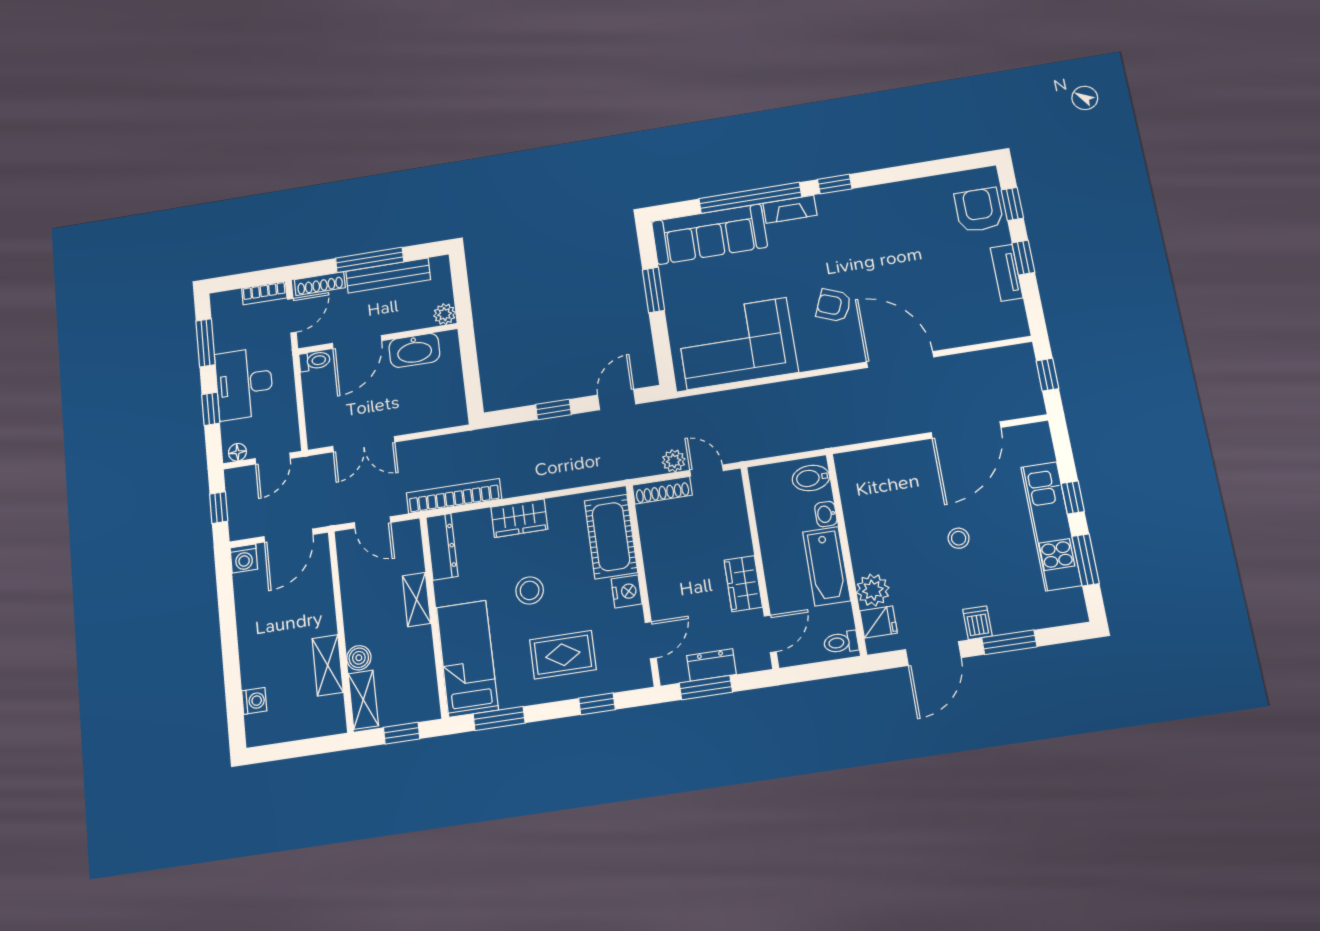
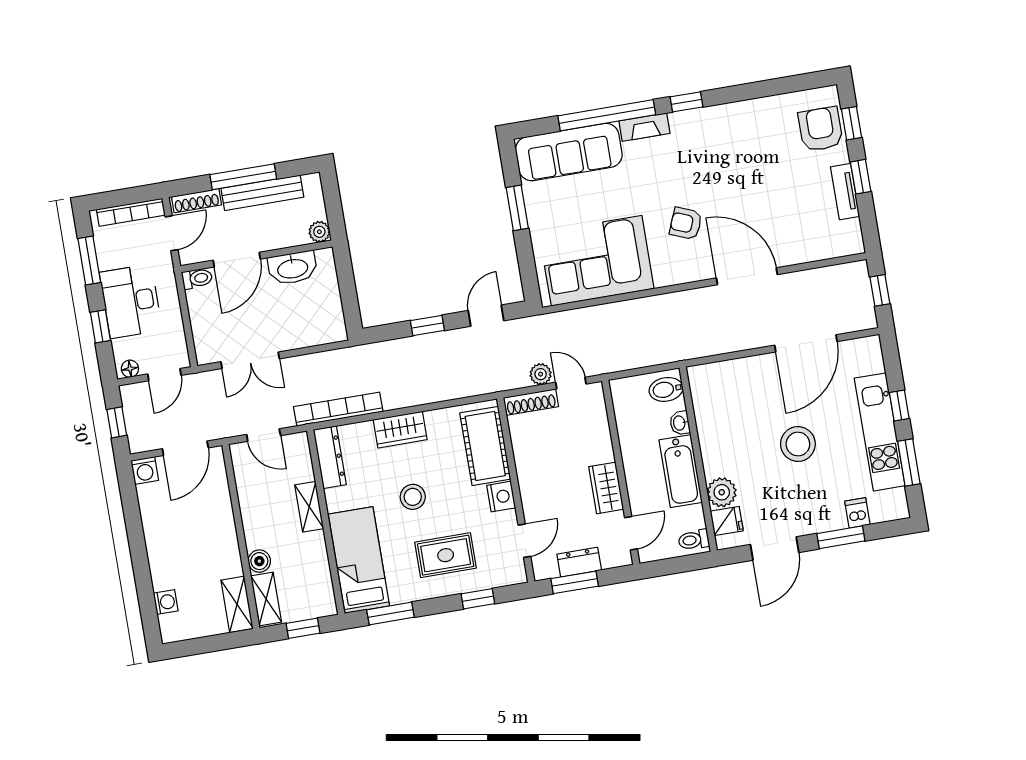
bookcase: (264, 293) -> (131, 212), width x1.56
stool: (959, 538) -> (798, 444), width x1.89, depth x1.89
dishwasher: (977, 623) -> (857, 513), moved
shelving: (328, 665) -> (237, 604), moved

